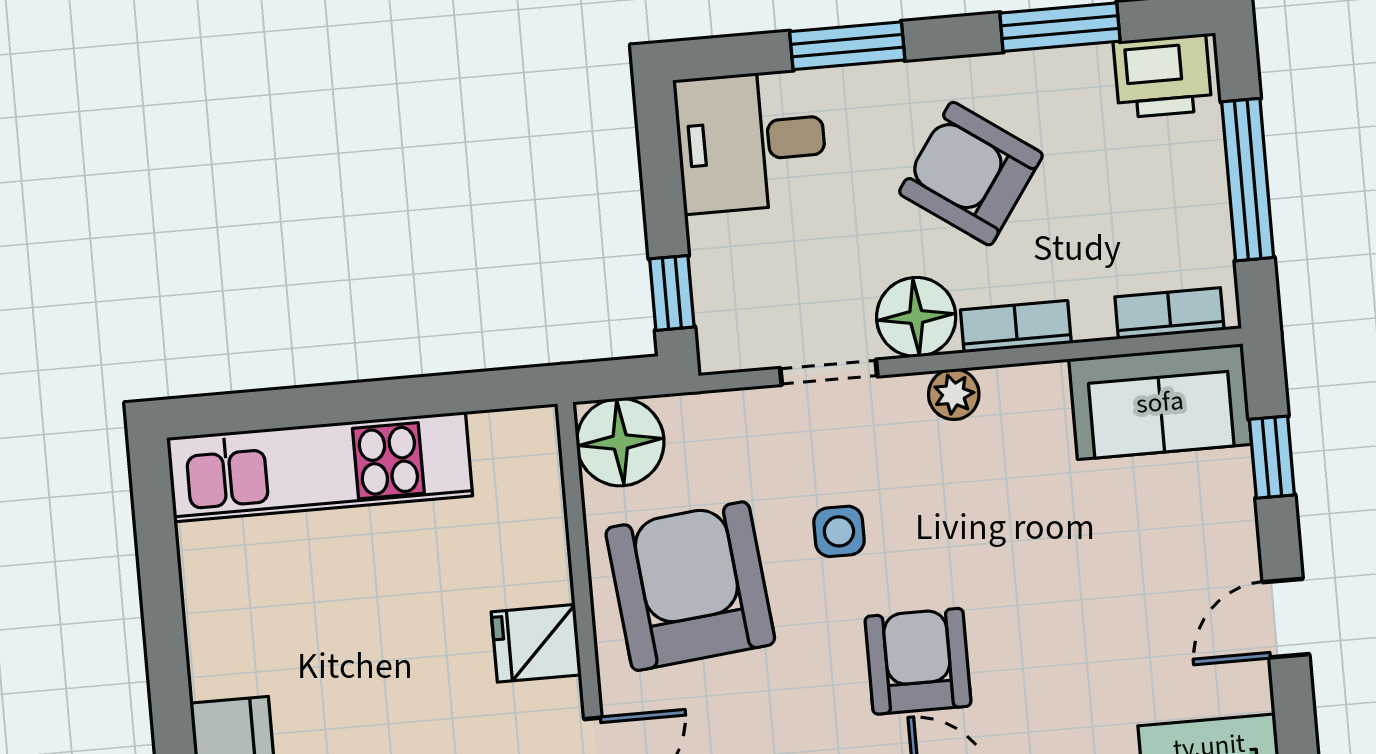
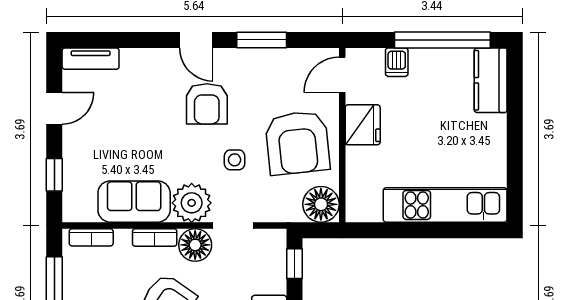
plant: (954, 394) -> (192, 203), width x1.88, depth x1.88
sofa: (1160, 402) -> (134, 202), moved
fridge: (536, 643) -> (363, 125), width x1.38

